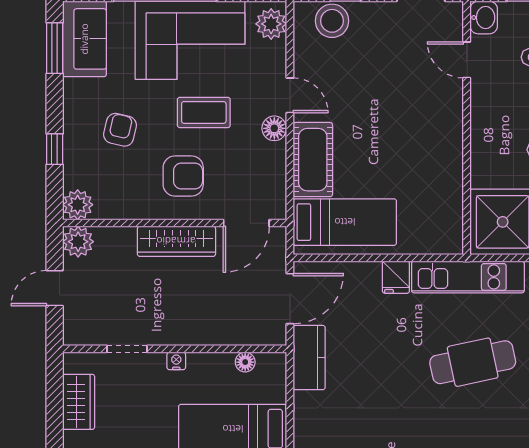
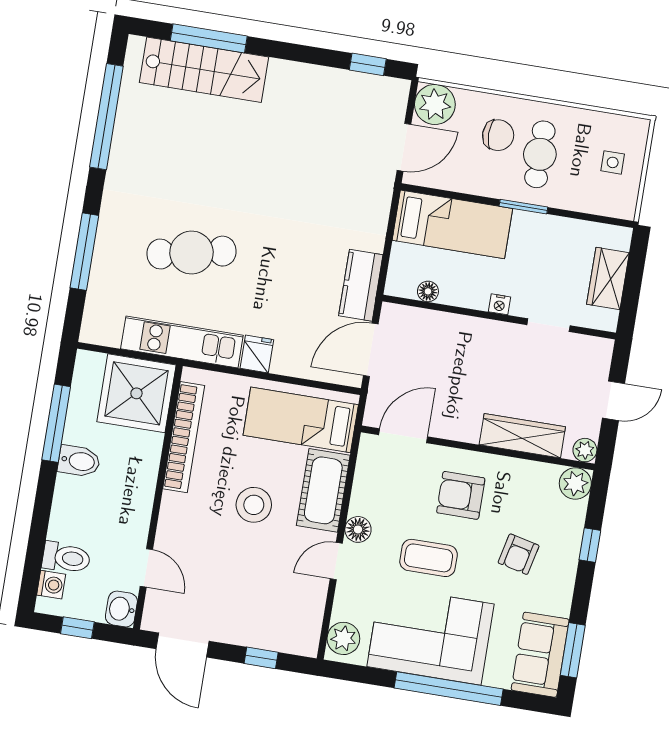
stool: (332, 21) -> (254, 505), moved
door: (290, 95) -> (336, 561), hinge flipped
bookcase: (452, 188) -> (184, 437), added
wardrobe: (176, 241) -> (522, 436), moved
plant: (78, 242) -> (585, 450), width x0.73, depth x0.73

